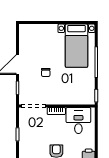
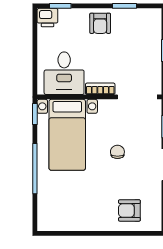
armchair: (38, 37) -> (129, 210), added
bed with nightstands: (76, 46) -> (67, 135), moved, turned 180

